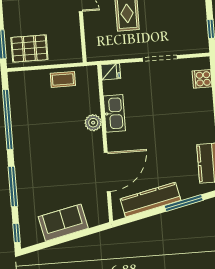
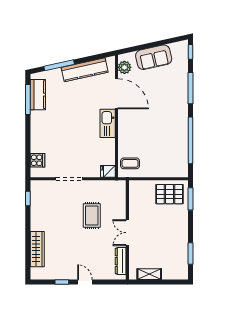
coffee table: (63, 79) -> (130, 163), moved
kitchen sink: (114, 113) -> (108, 123), moved
plant: (93, 123) -> (124, 67), moved
door: (107, 172) -> (116, 94), swing flipped

